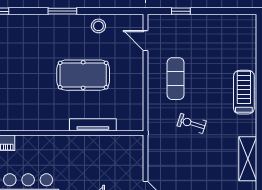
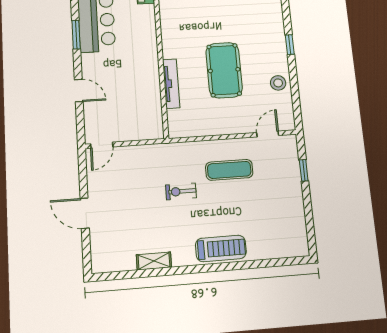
window: (62, 11) -> (290, 45), width x0.67
exercise bike: (192, 123) -> (181, 191), turned -107
shelving: (248, 159) -> (154, 261), width x0.67, depth x0.75

